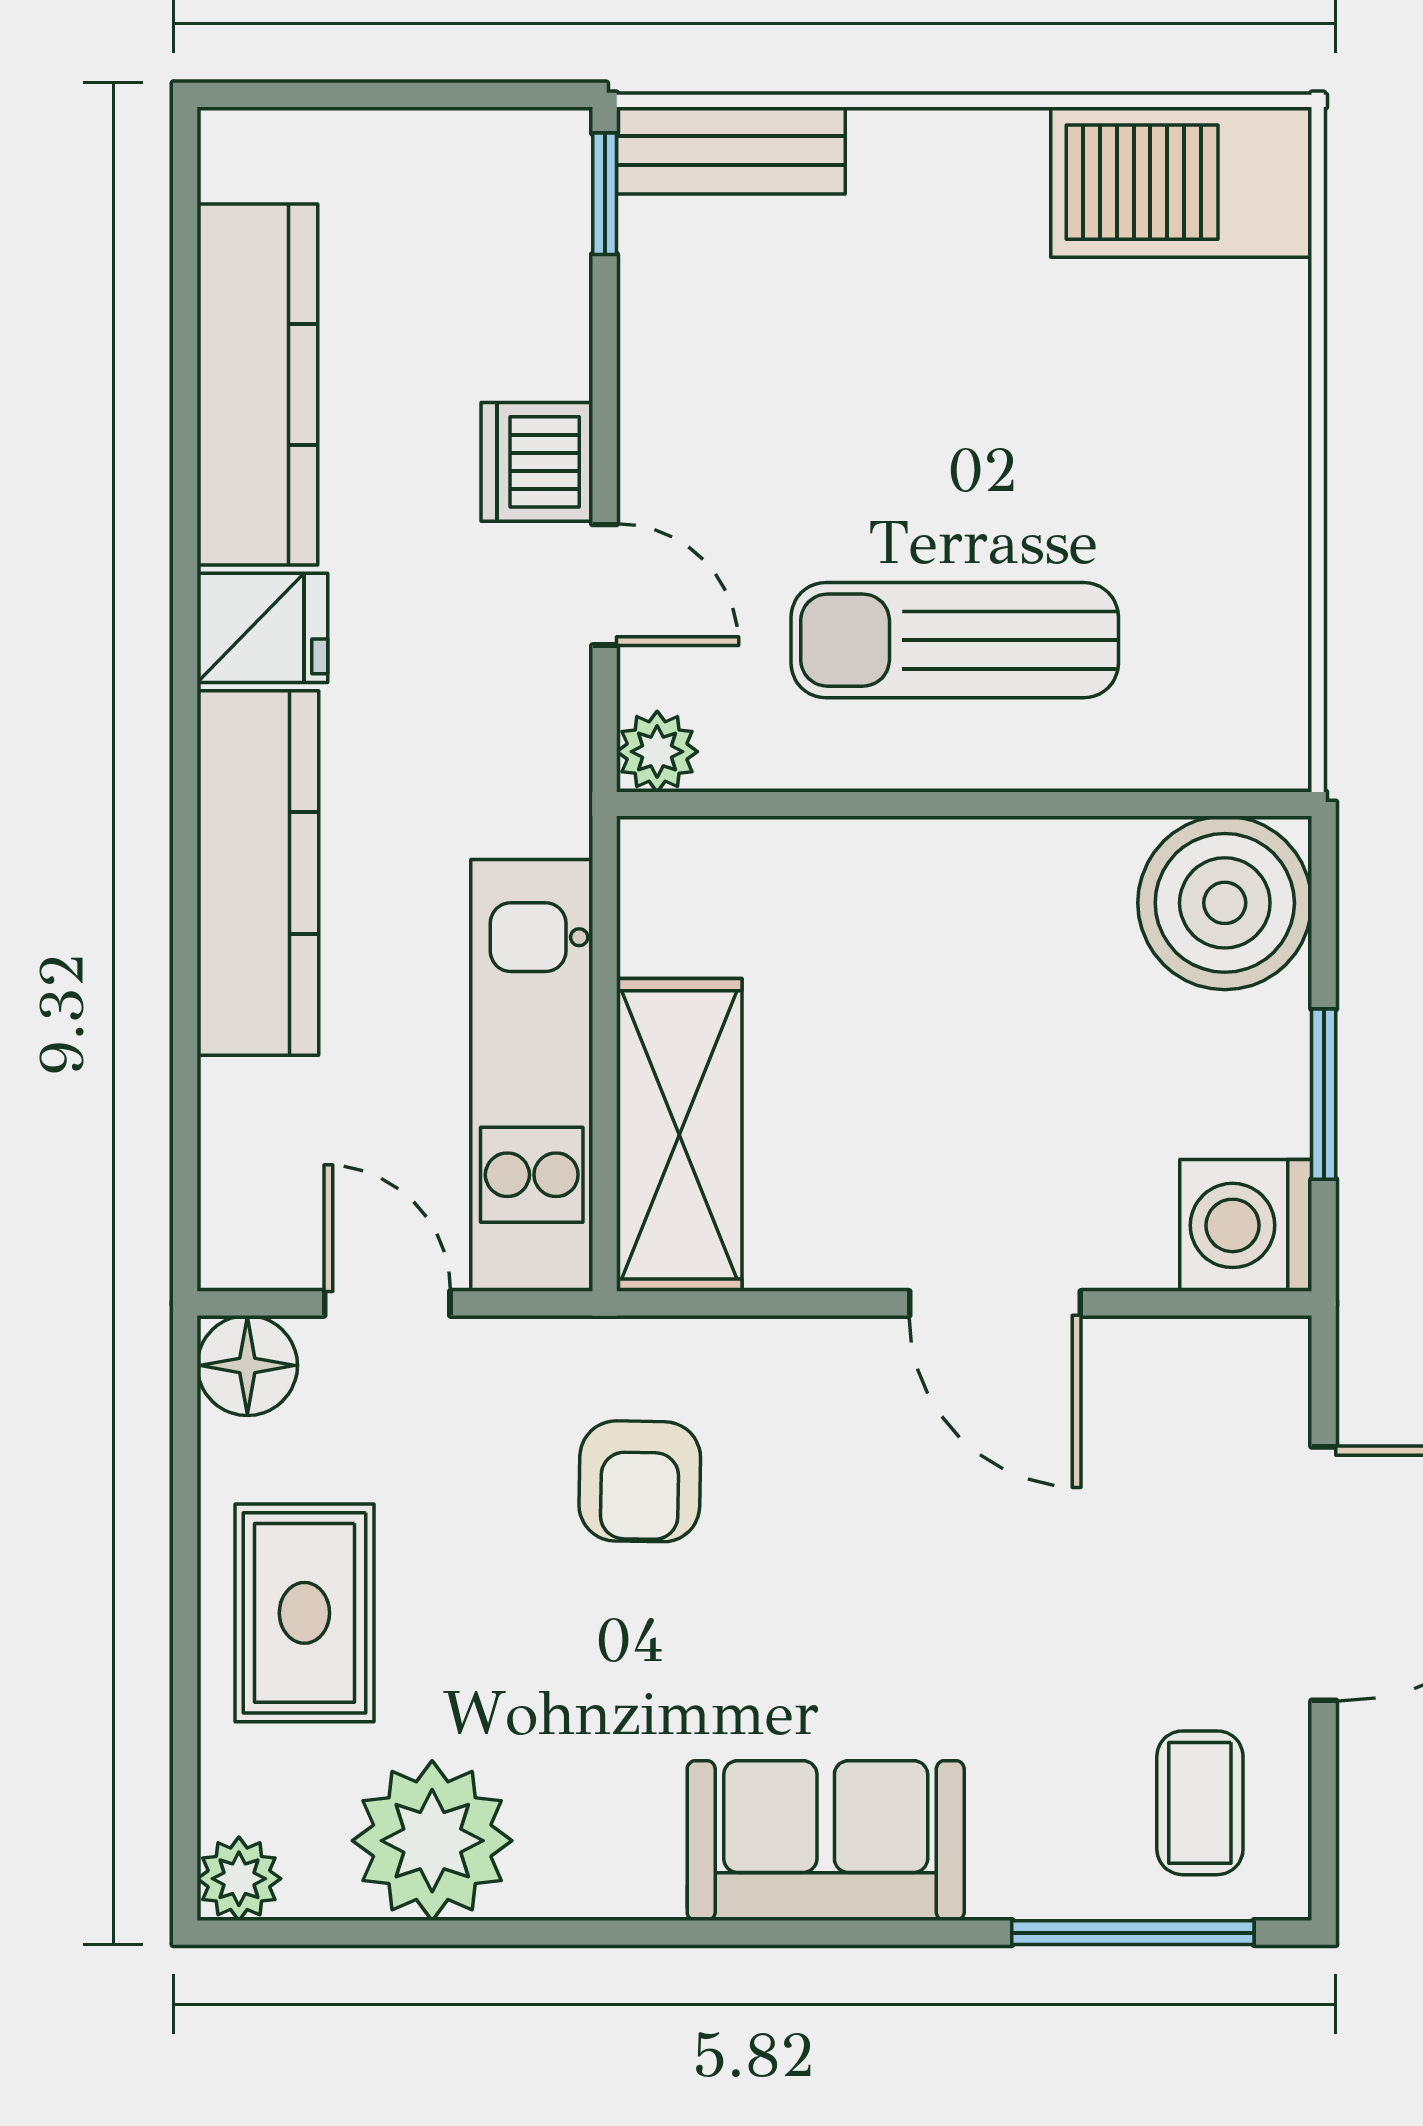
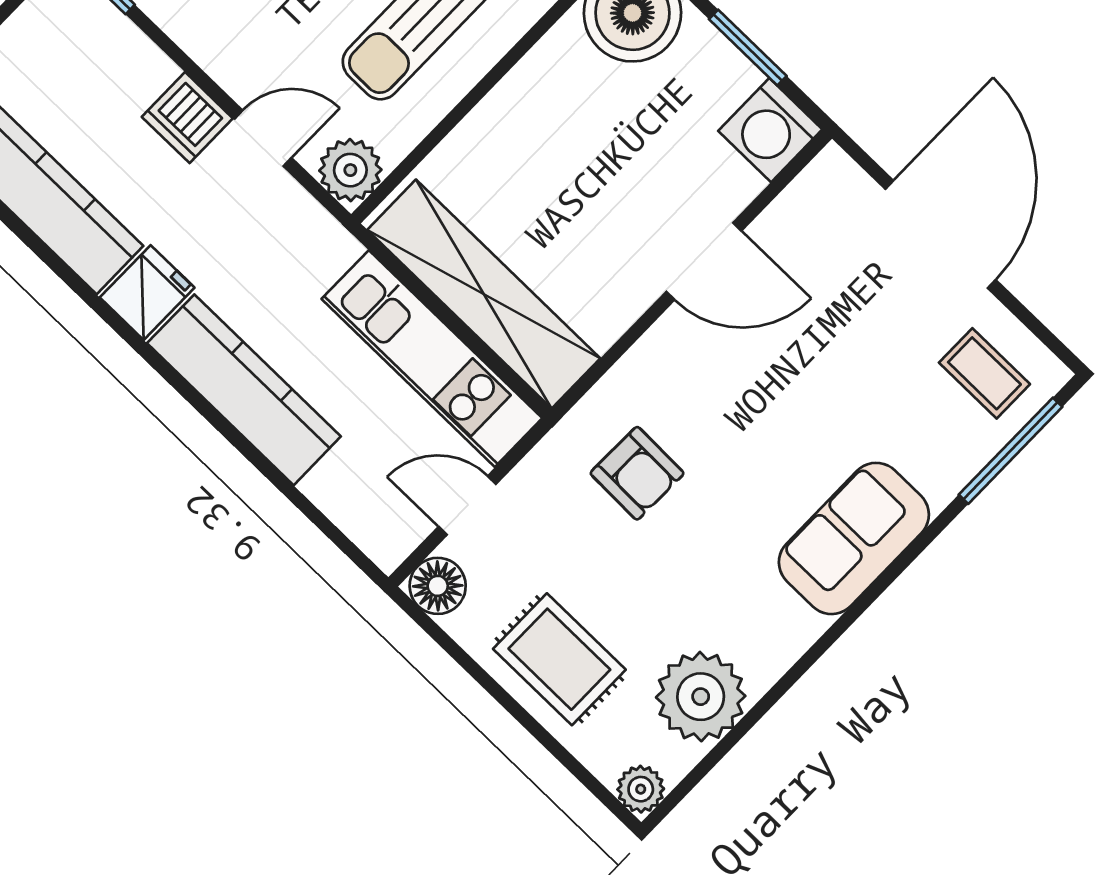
plant: (657, 752) -> (350, 170), width x1.38, depth x1.38
shelving: (679, 1135) -> (484, 294), width x1.47

